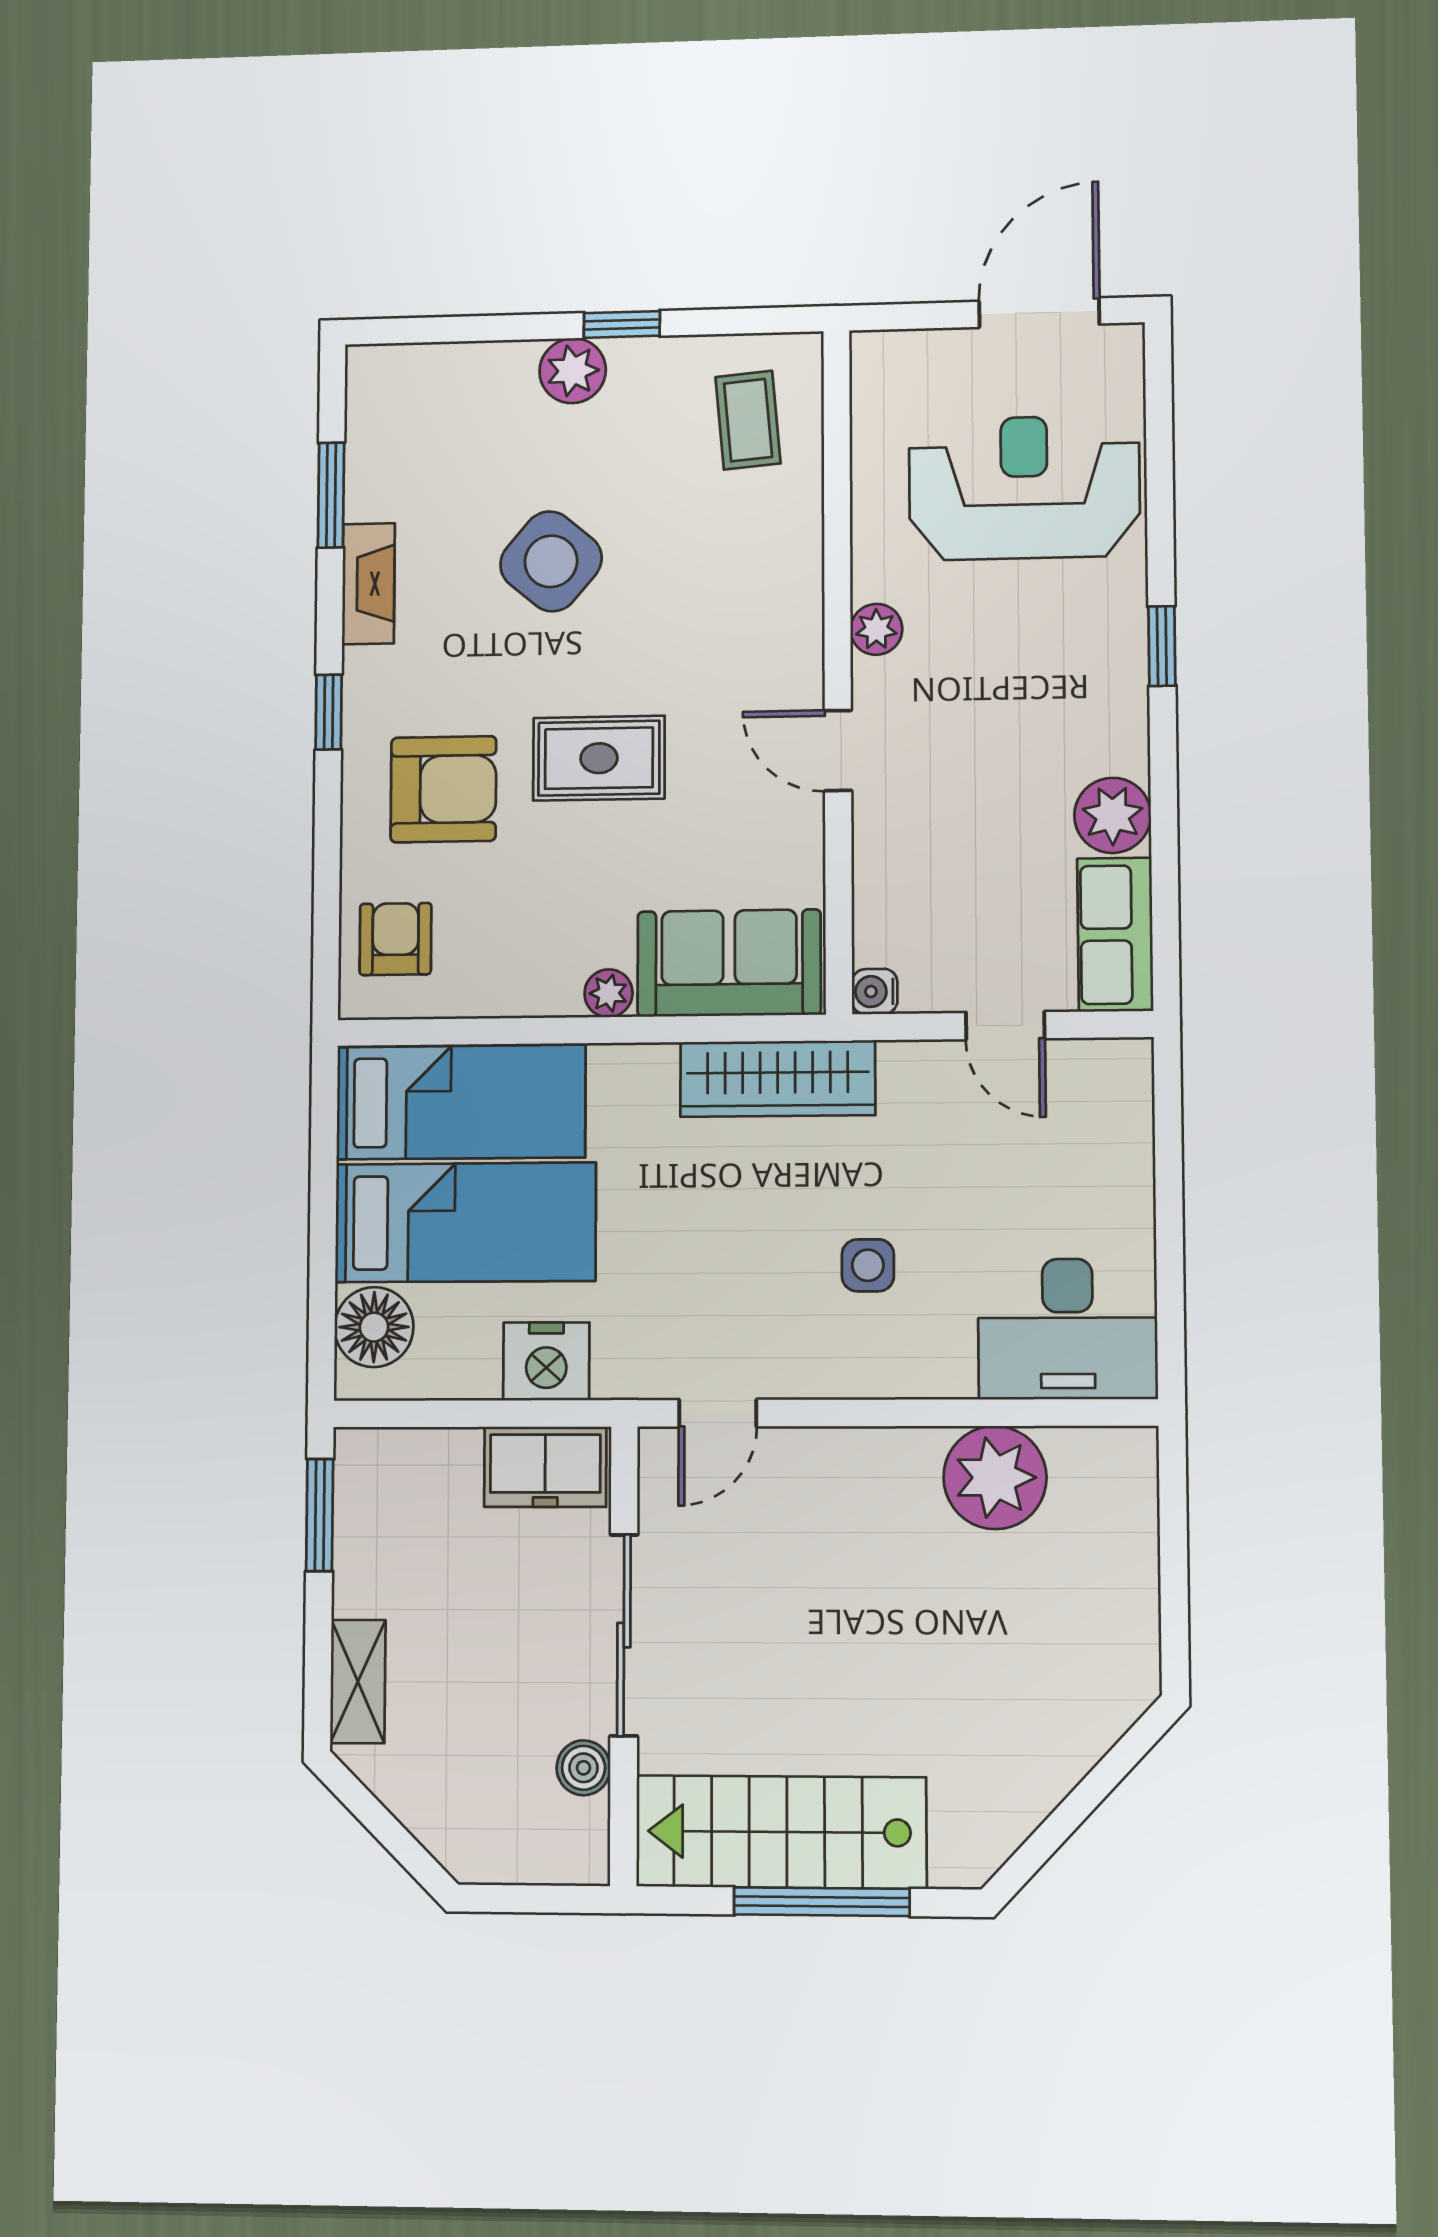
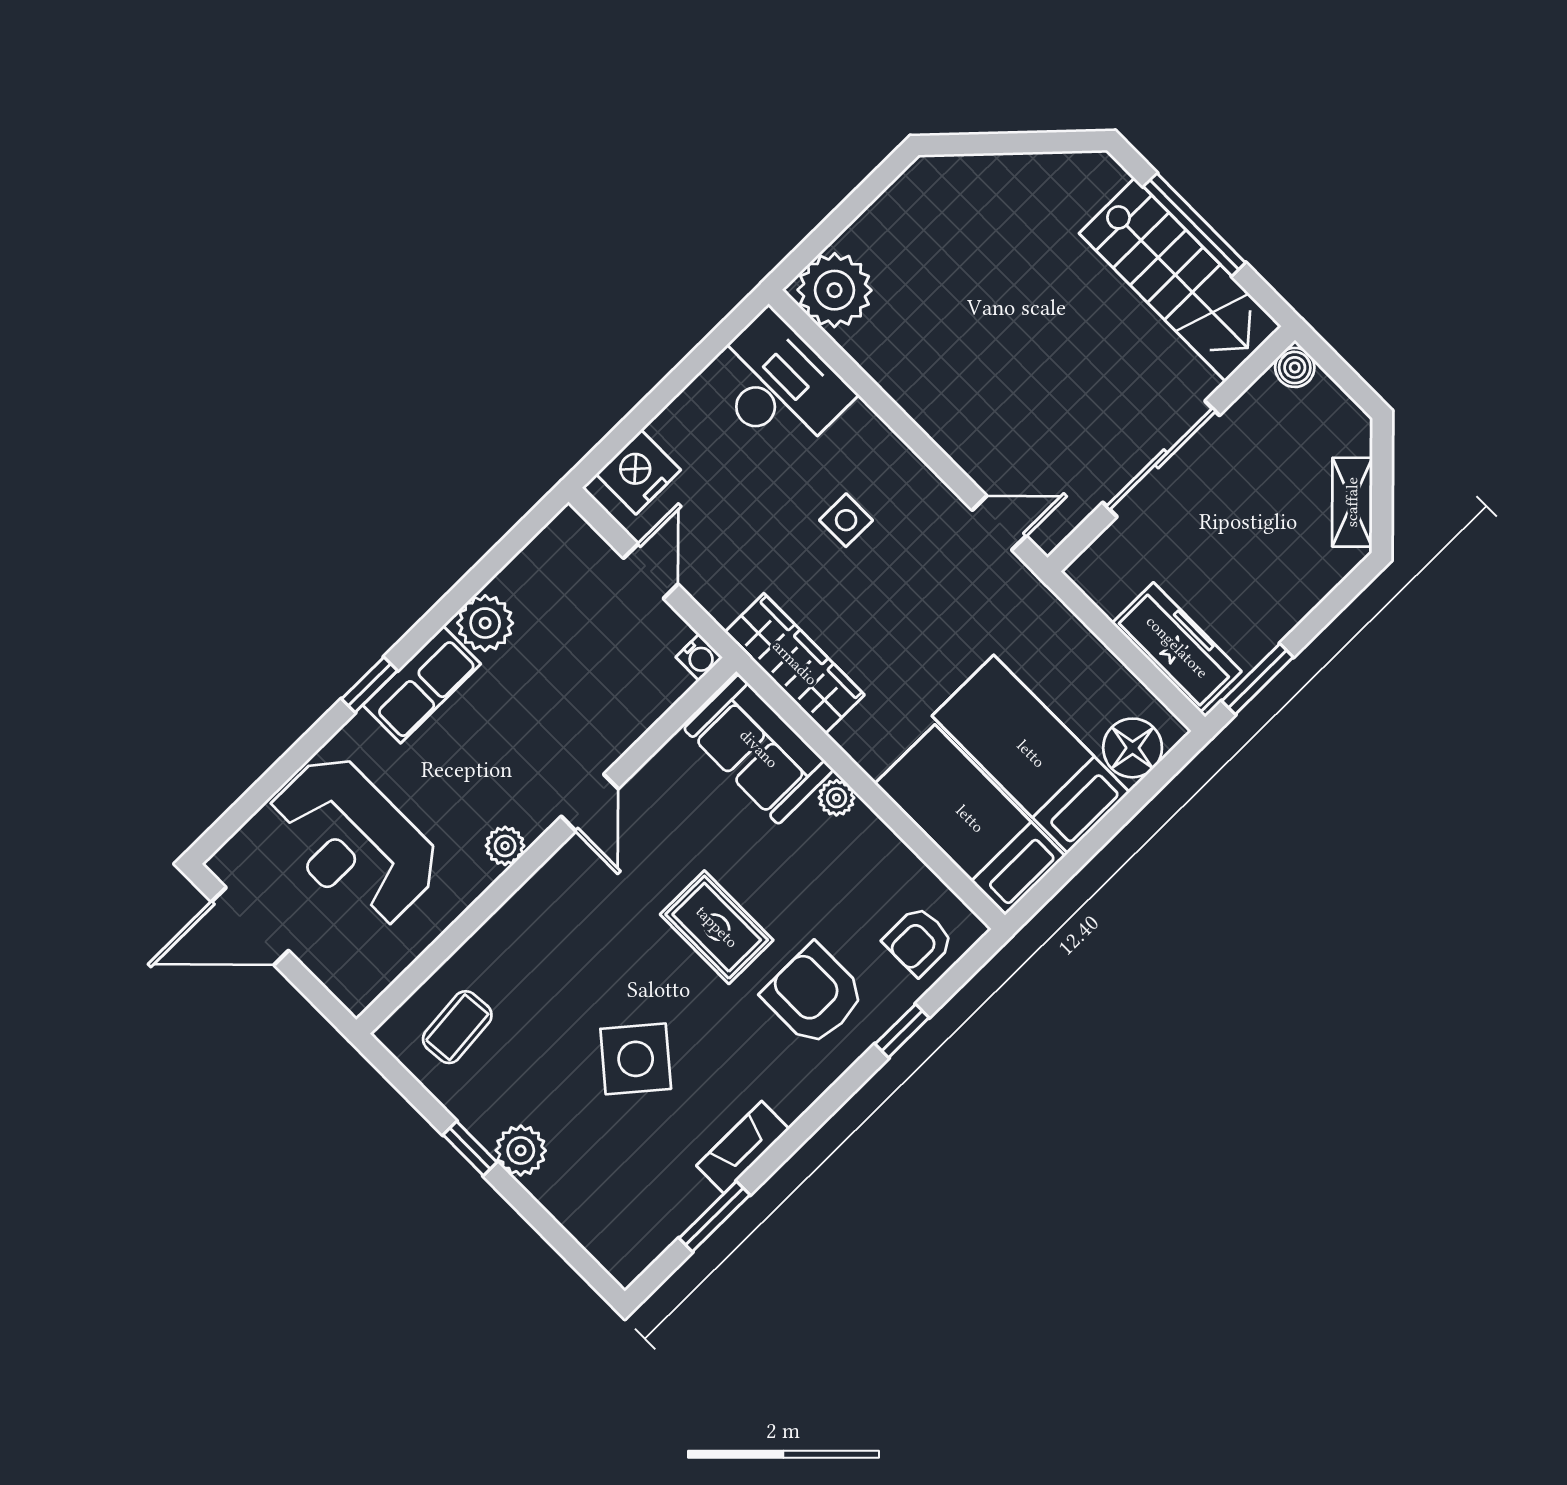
window: (329, 712) -> (902, 1031), moved
row of seats: (1115, 935) -> (422, 684), moved
nightstand: (546, 1361) -> (638, 472), moved, turned -90
freezer: (545, 1467) -> (1177, 647), moved, width x1.40
plant: (995, 1478) -> (834, 290), moved
shelving: (358, 1682) -> (1352, 502), moved, turned -45
boiler: (584, 1768) -> (1295, 367), moved

